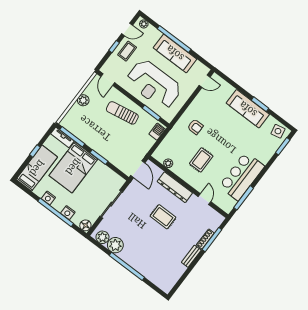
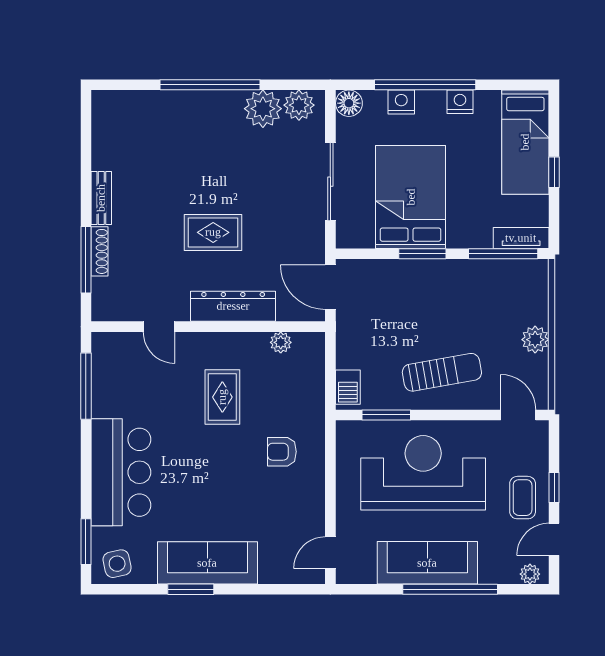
bed: (73, 167) -> (411, 197), moved
bar counter: (242, 176) -> (121, 472), moved

